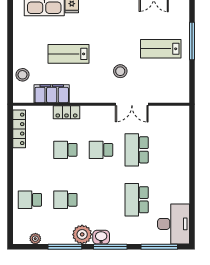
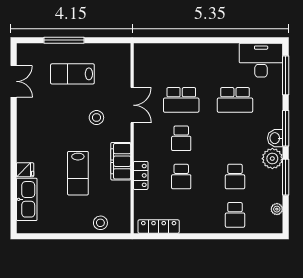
lab bench: (161, 49) -> (72, 74), turned 90
filing cabinet: (52, 94) -> (121, 161), moved

